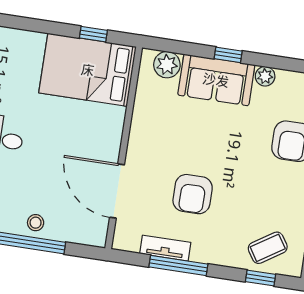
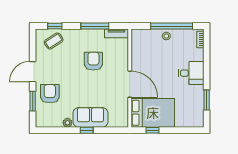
plant: (167, 65) -> (115, 121), removed
door: (117, 191) -> (130, 84), moved
tv unit: (165, 248) -> (117, 33), moved

